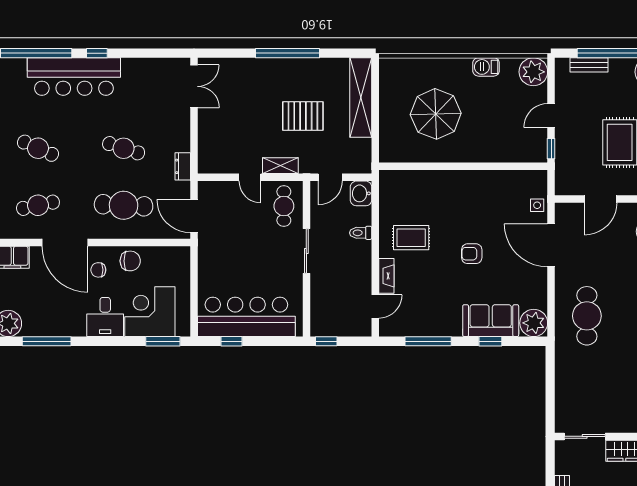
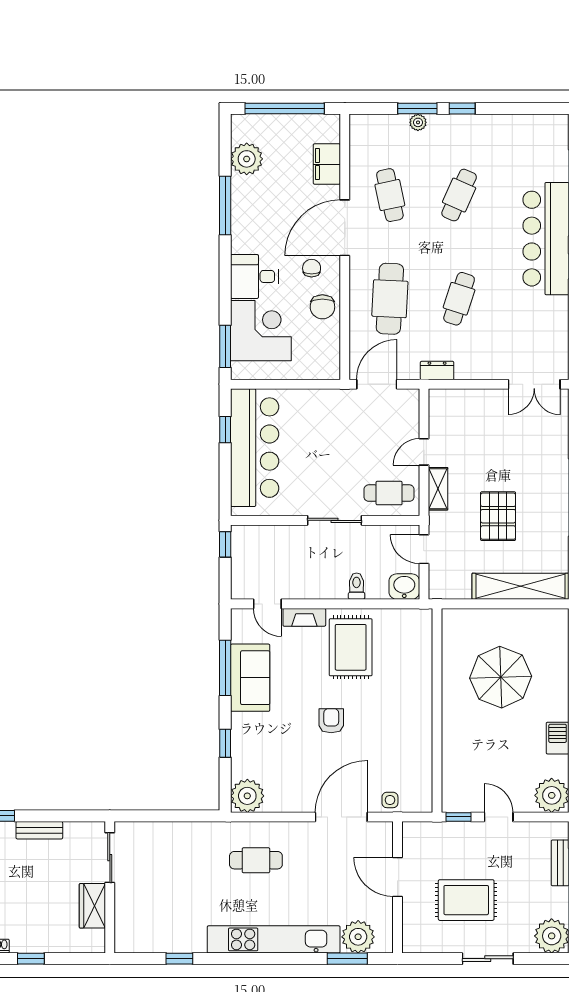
rug: (411, 238) -> (351, 647), width x1.36, depth x1.43
cafe table: (587, 316) -> (256, 860), width x0.73, depth x0.74
sofa: (491, 321) -> (250, 678), moved

